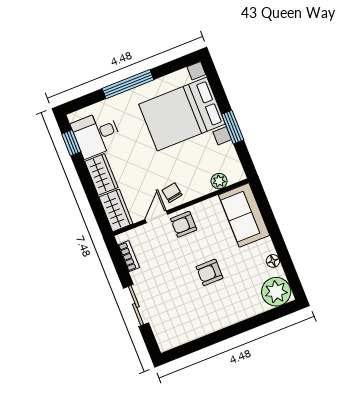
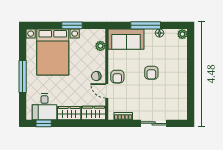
window: (276, 236) -> (146, 25), added
plant: (276, 292) -> (182, 34), width x0.53, depth x0.53

